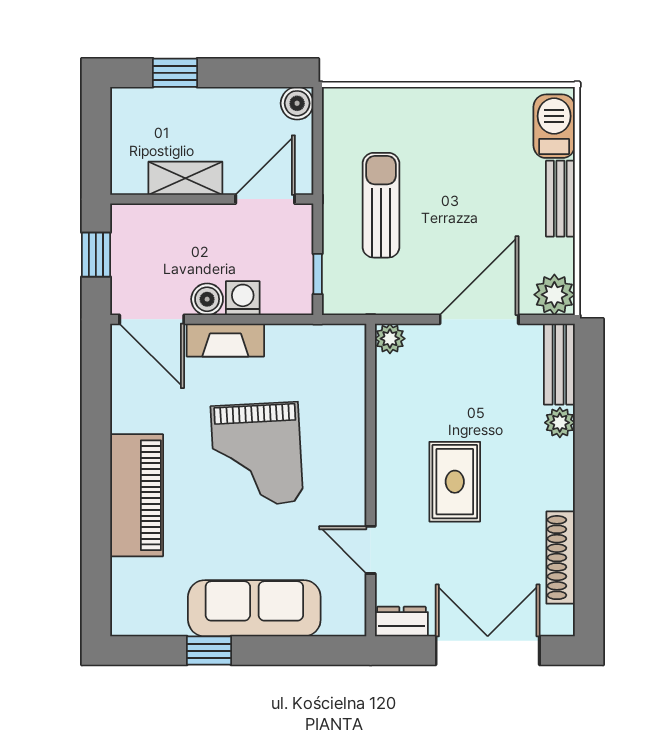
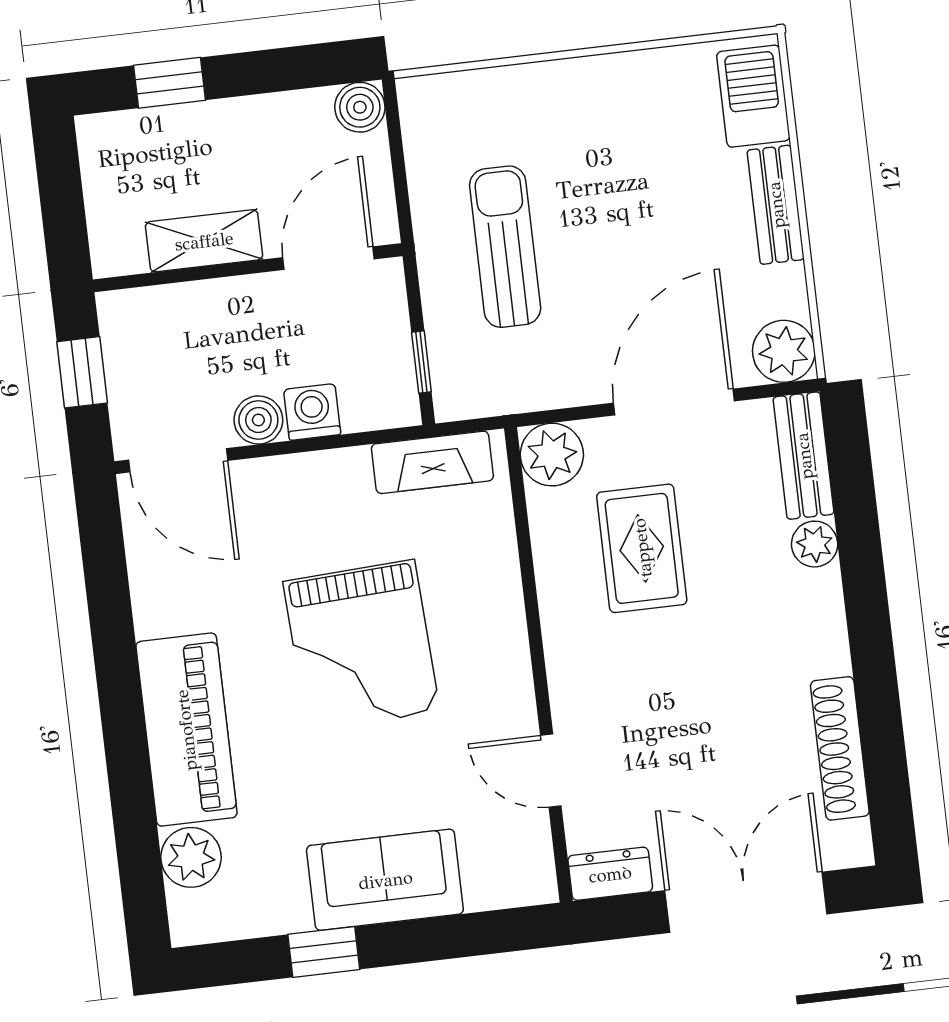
plant: (390, 339) -> (552, 455), width x1.38, depth x1.38
fireplace: (225, 340) -> (432, 462), moved
rug: (455, 482) -> (642, 548), moved
plant: (130, 579) -> (191, 857), added
sofa: (254, 608) -> (385, 880), width x0.73

